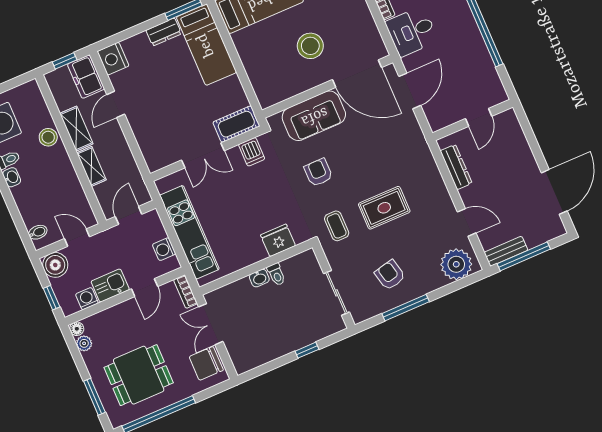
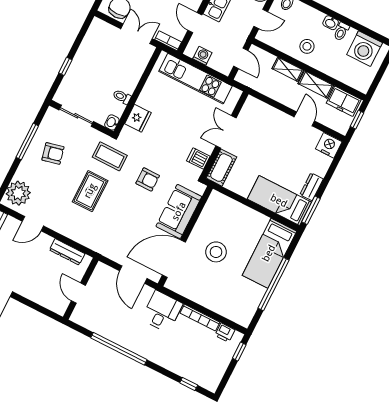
freezer: (86, 77) -> (344, 101), moved, turned 180
stool: (48, 137) -> (307, 46), moved
coffee table: (337, 226) -> (110, 156), width x1.36, depth x1.30
washbasin: (259, 278) -> (112, 122), moved

